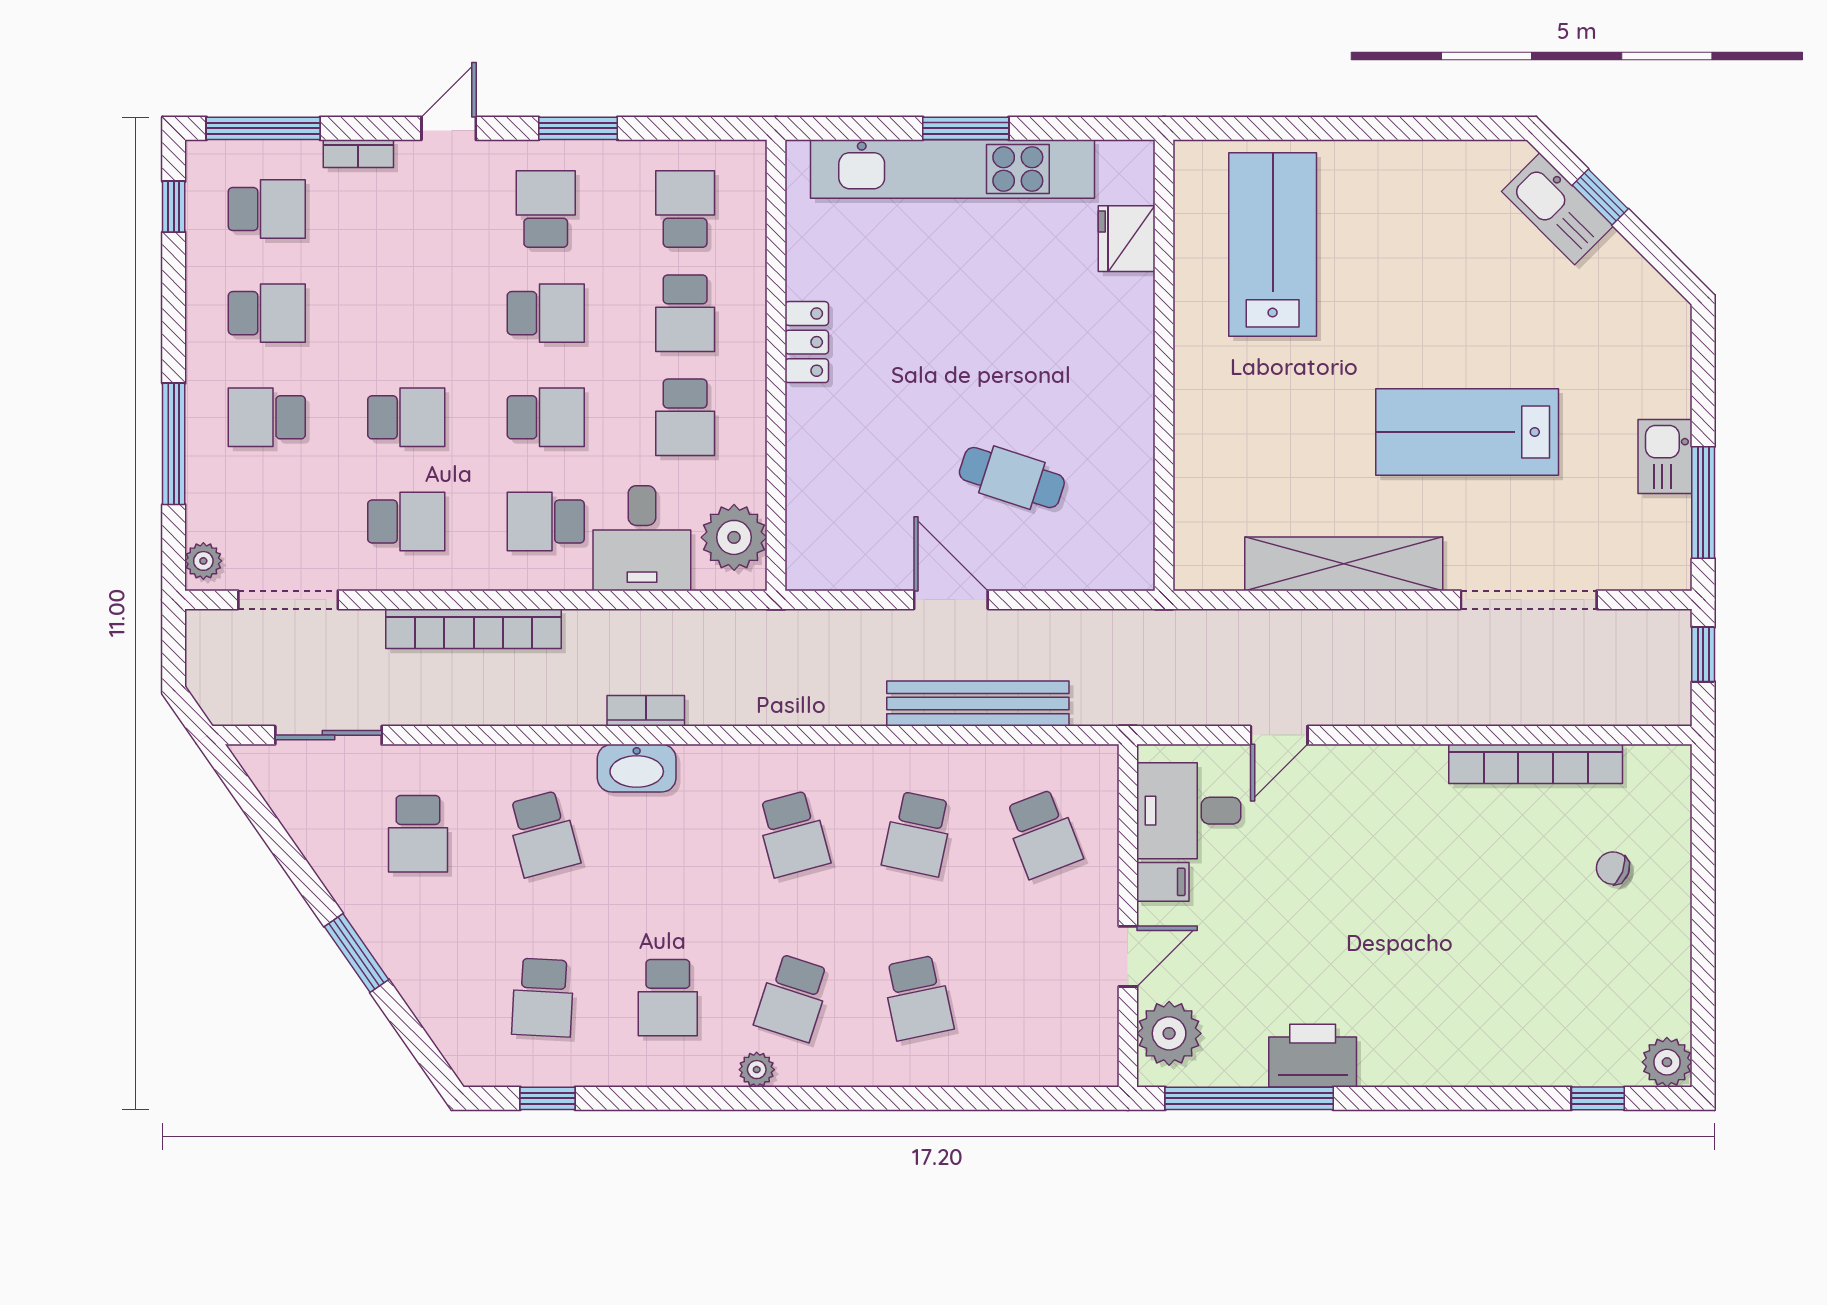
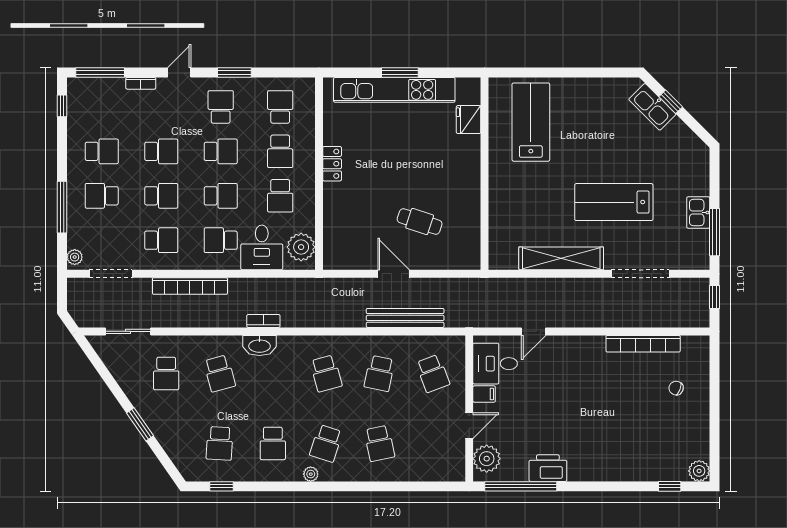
school desk: (267, 209) -> (161, 151), moved

